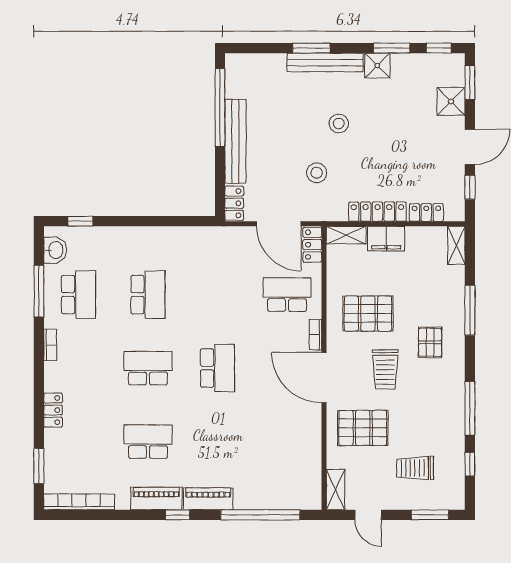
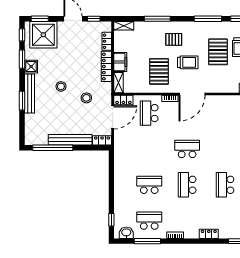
shower: (451, 101) -> (43, 35), width x1.86, depth x1.86
pallet: (363, 428) -> (218, 52), moved

